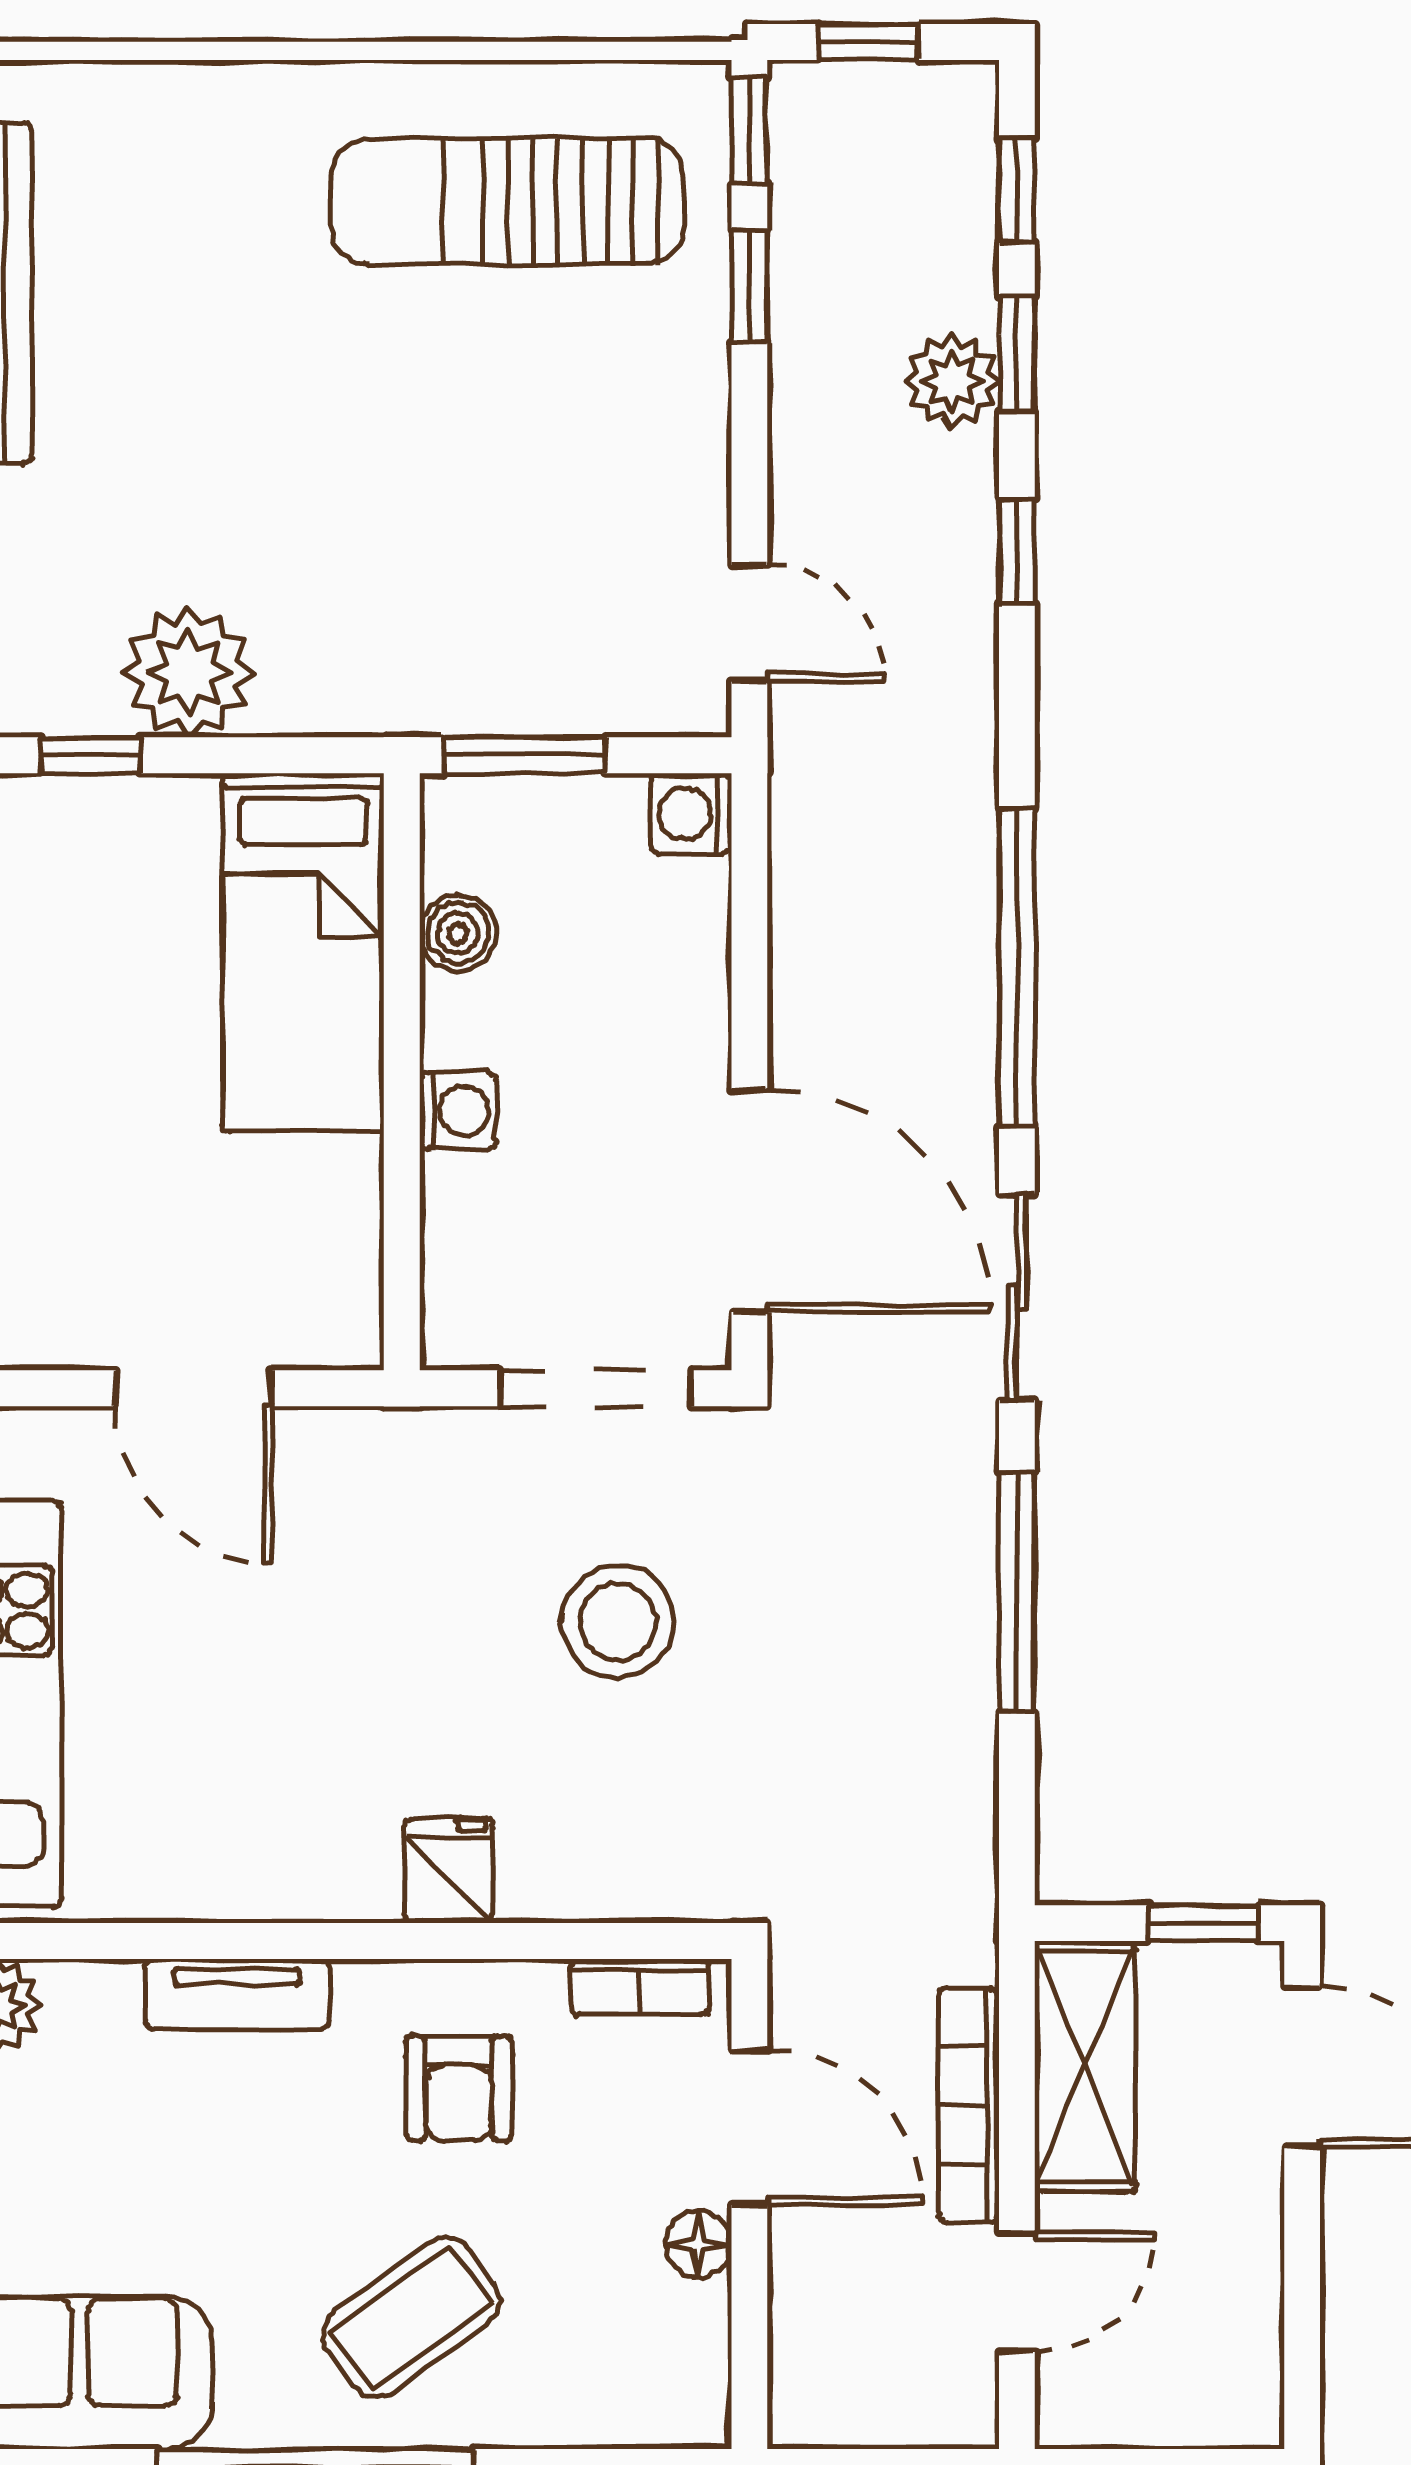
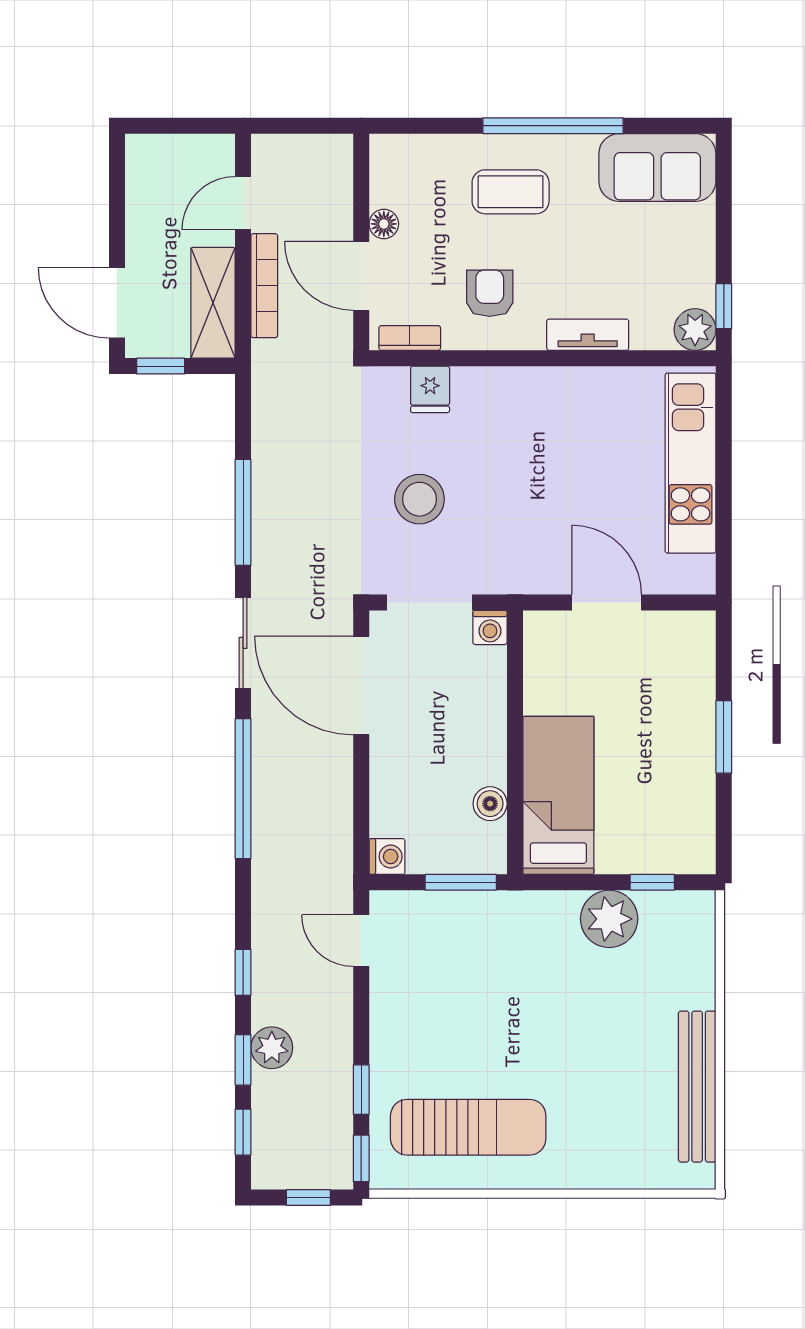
washing machine: (458, 1111) -> (490, 627), moved, turned -90
fridge: (449, 1871) -> (430, 389), moved
coffee table: (411, 2317) -> (511, 192), turned 36

